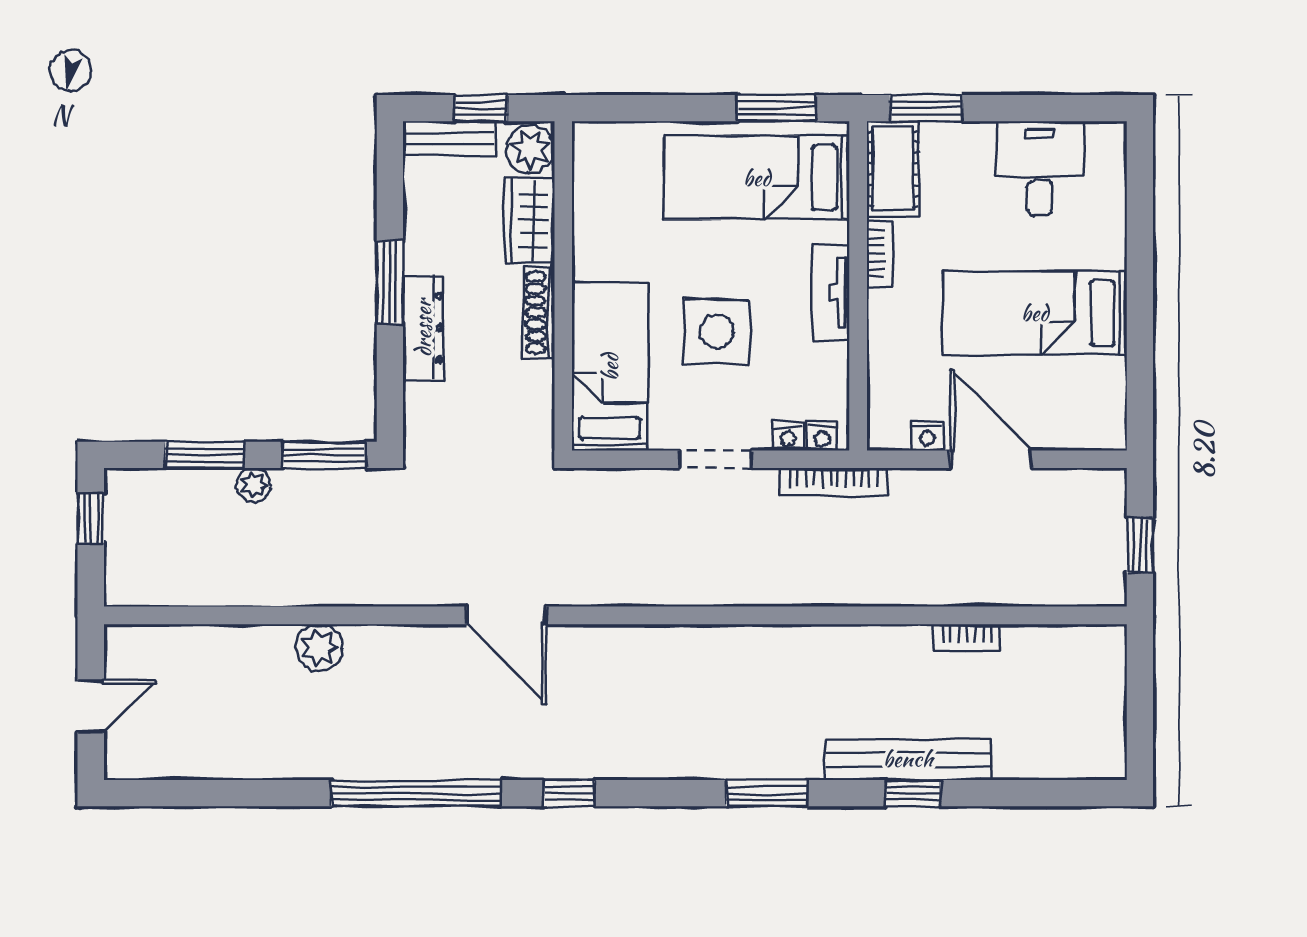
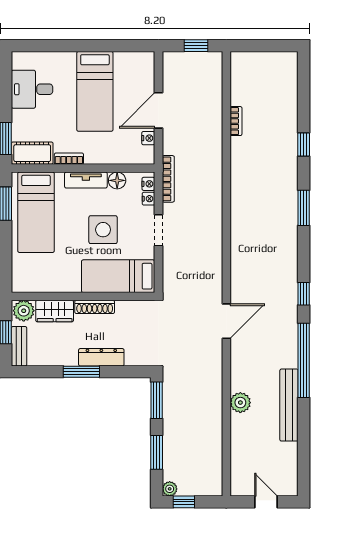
floor lamp: (830, 364) -> (117, 180), added
plant: (254, 485) -> (170, 489), moved
bench: (908, 759) -> (289, 405), moved

